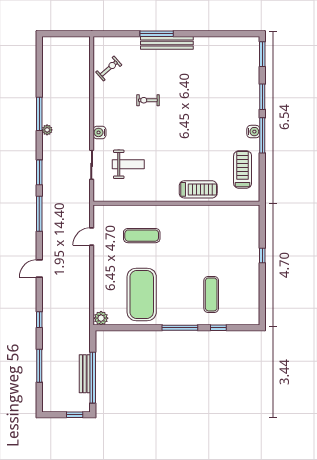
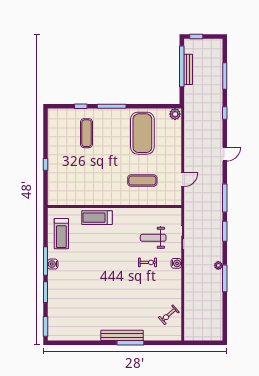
exercise bike: (148, 100) -> (148, 262), moved

